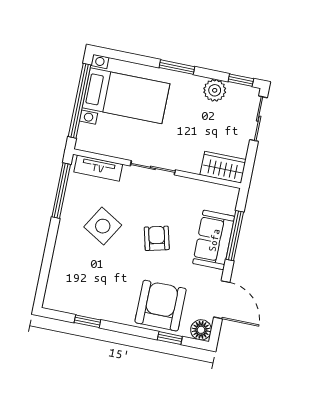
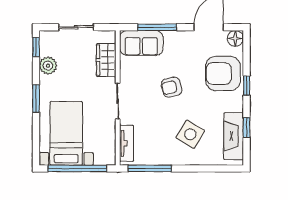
sliding door: (259, 119) -> (76, 27), moved
wardrobe: (223, 167) -> (106, 60), moved
side table: (103, 226) -> (190, 134), moved
sofa: (214, 240) -> (141, 43), moved
fireplace: (80, 303) -> (234, 136), added
window: (170, 338) -> (247, 86), moved

